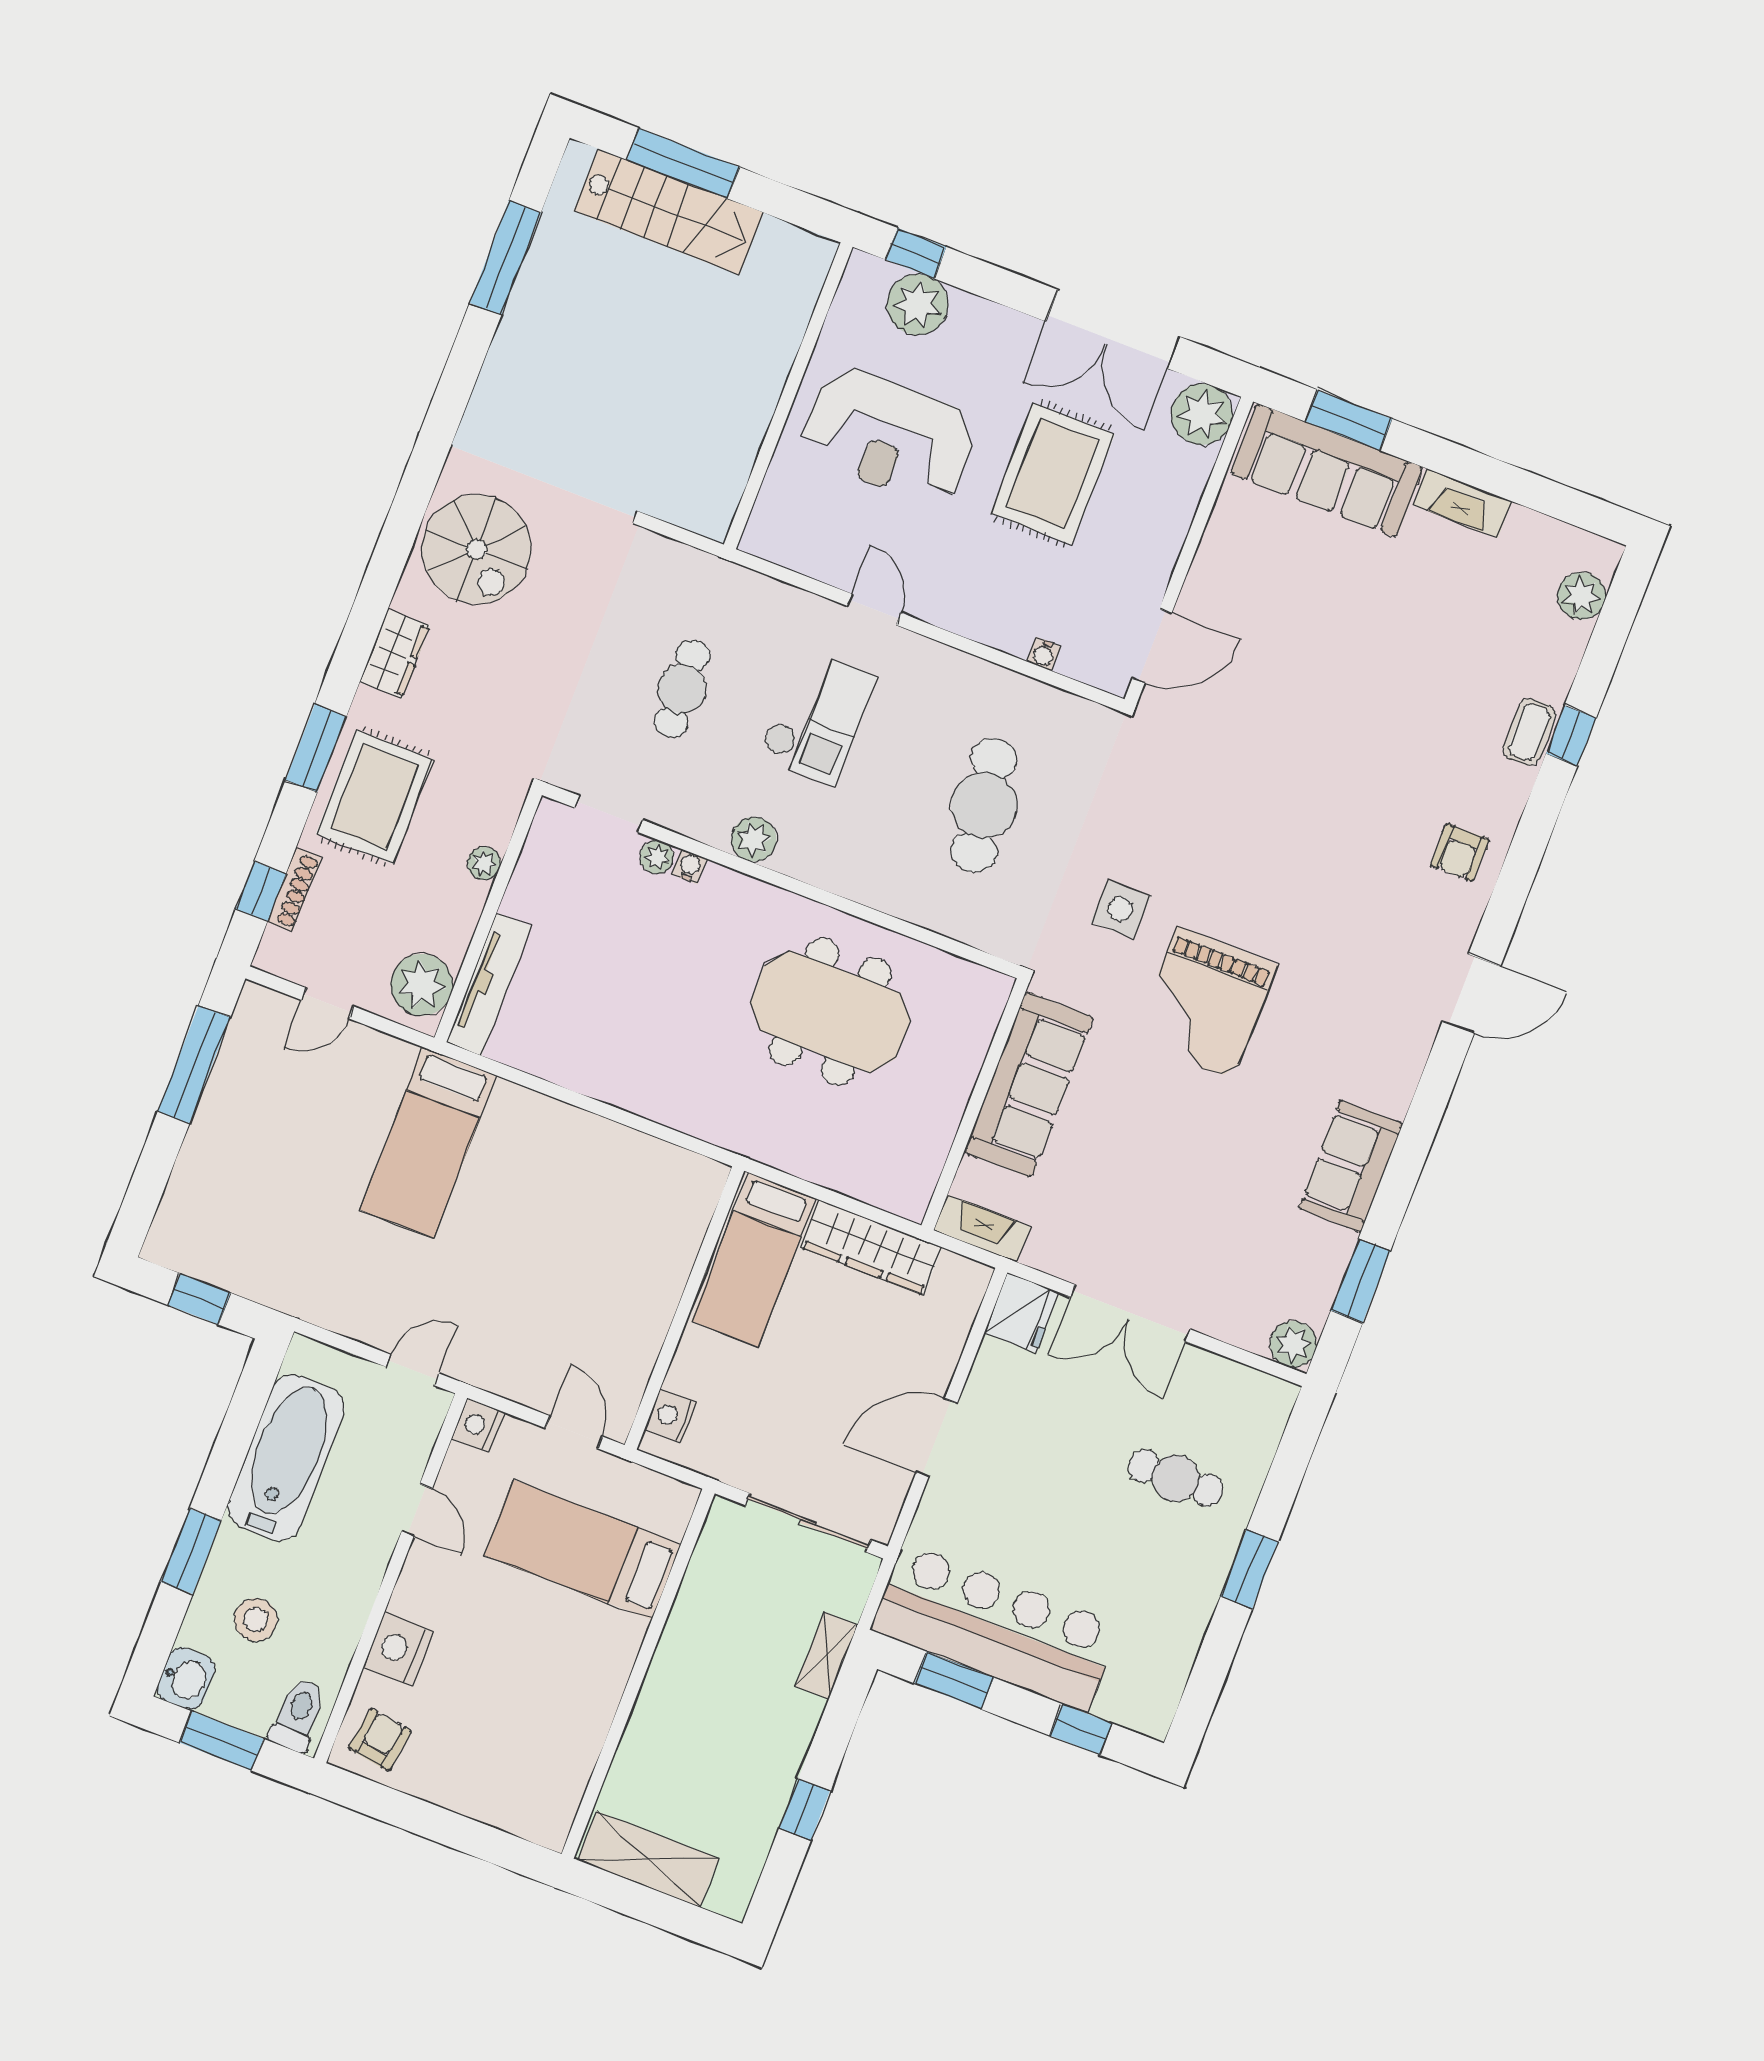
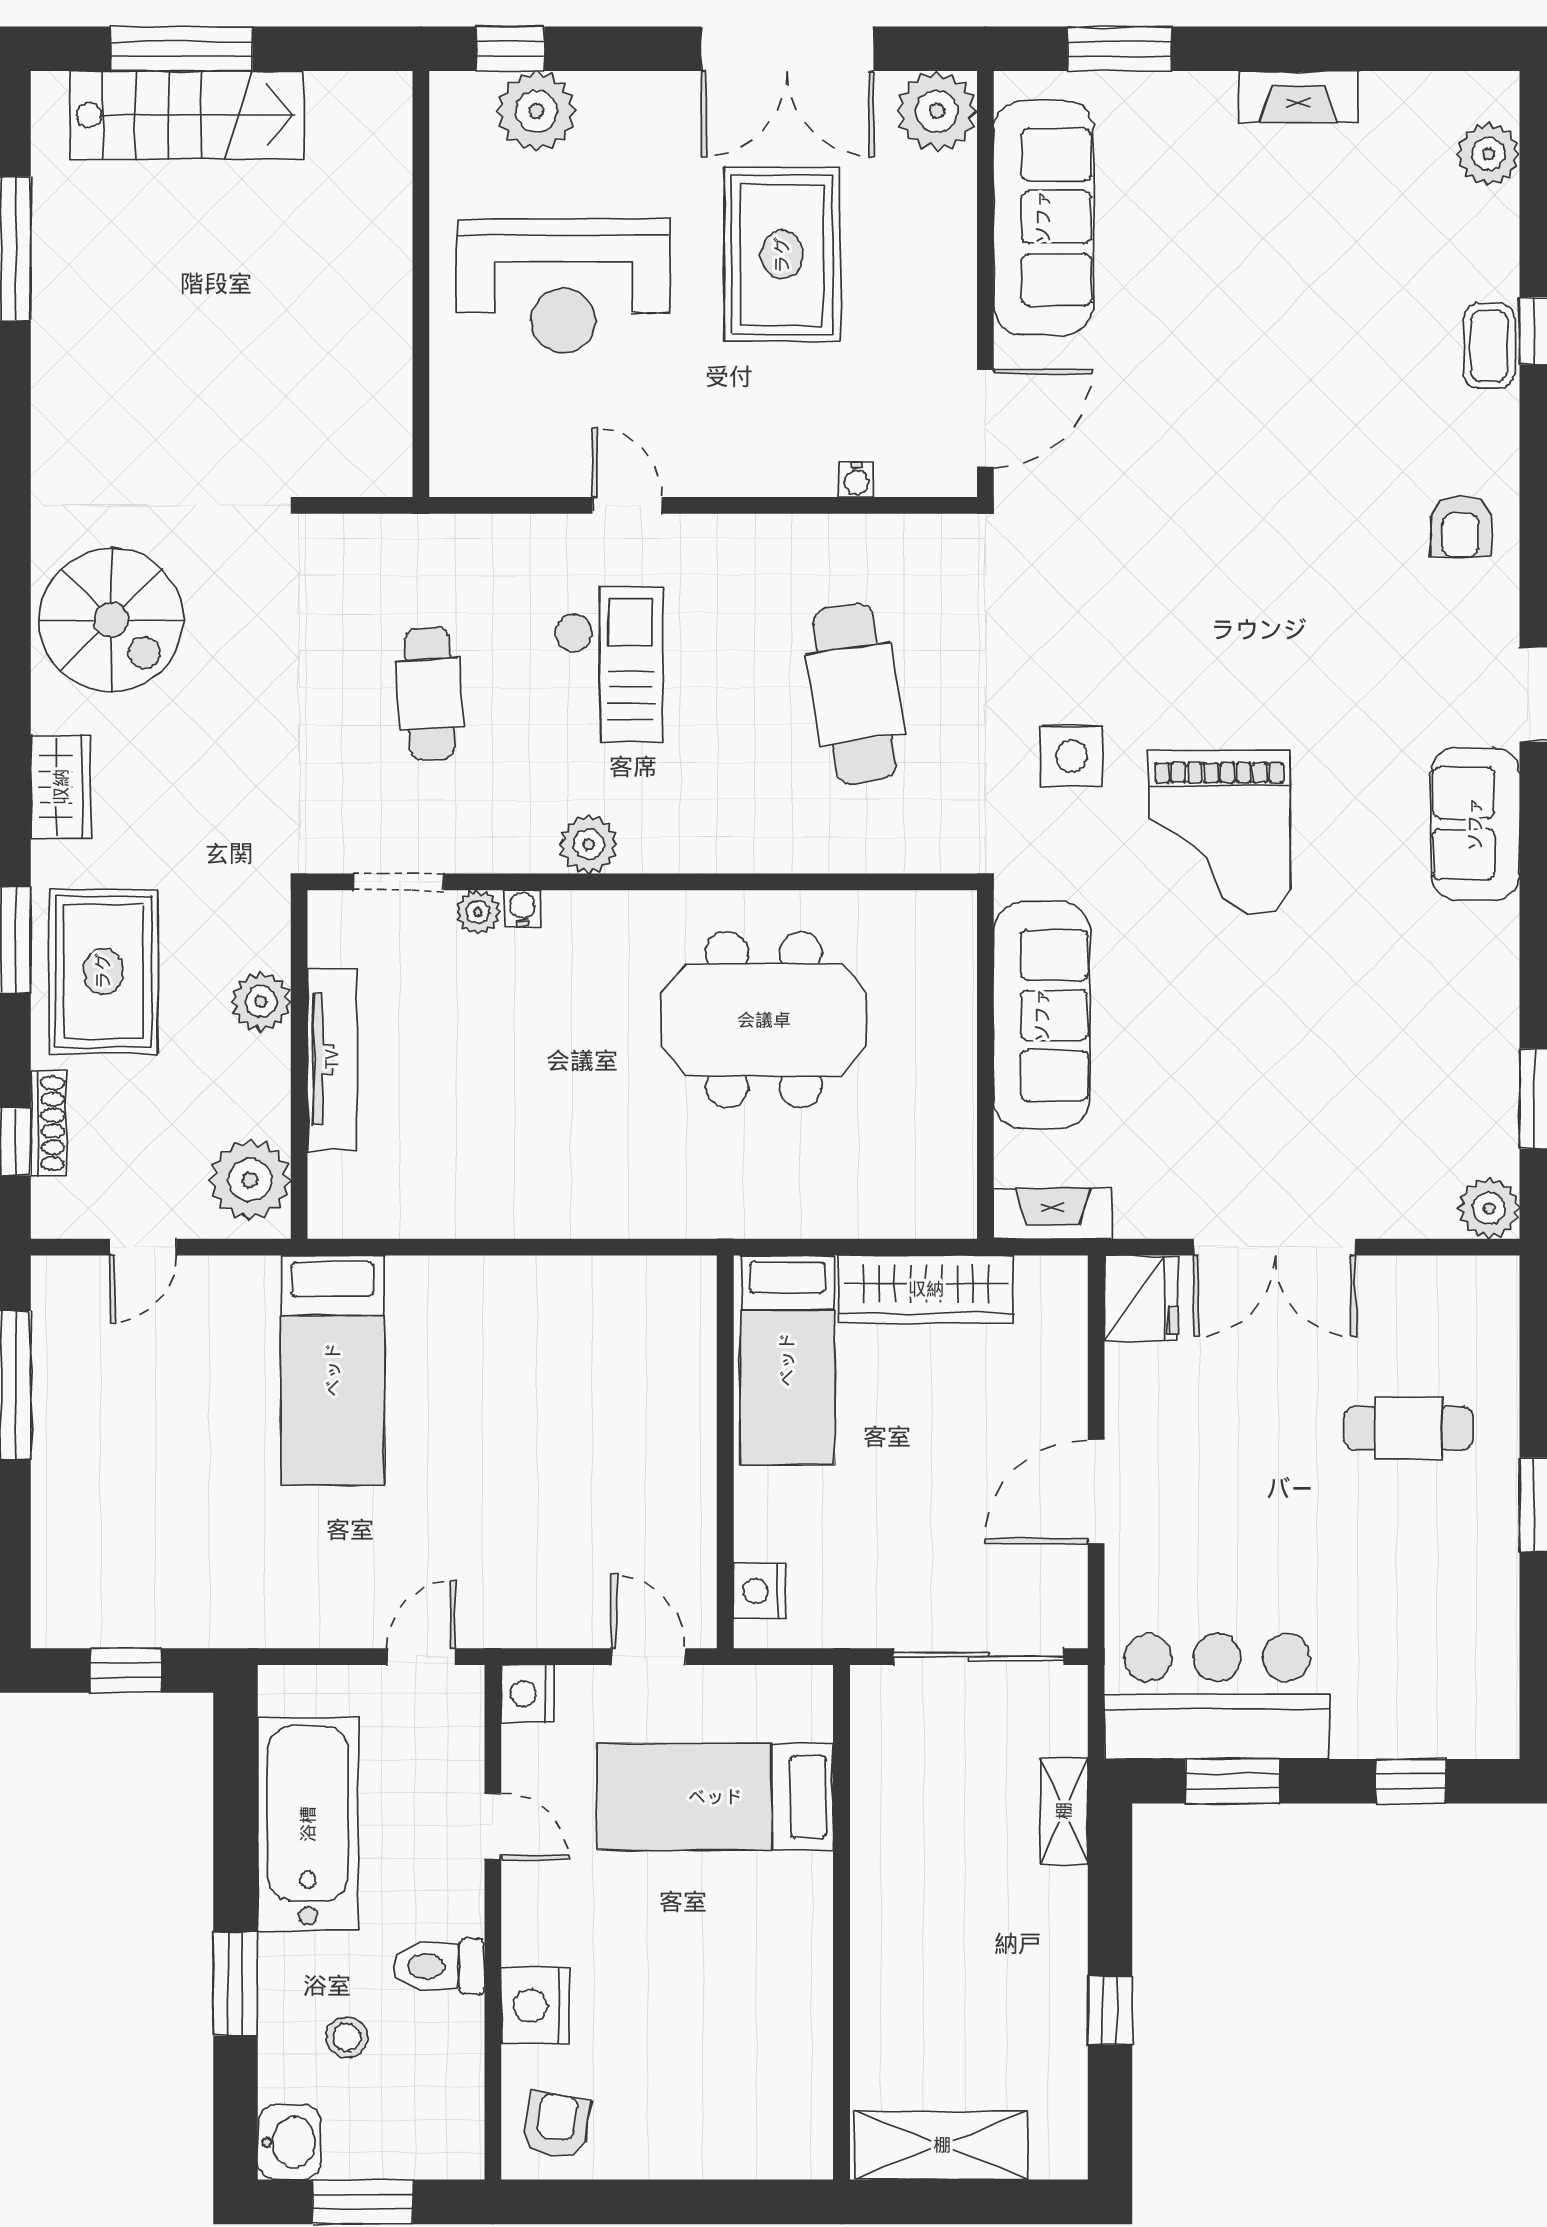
sofa: (1327, 470) -> (1043, 217), moved, turned -90
plant: (484, 863) -> (261, 1002), width x1.38, depth x1.38
tv unit: (489, 984) -> (332, 1059), moved
sofa: (1351, 1166) -> (1475, 824), moved
stool: (256, 1620) -> (347, 2037), width x0.73, depth x0.73
bar counter: (996, 1627) -> (1217, 1696), width x0.73
toilet: (298, 1715) -> (439, 1966), moved, turned -90

